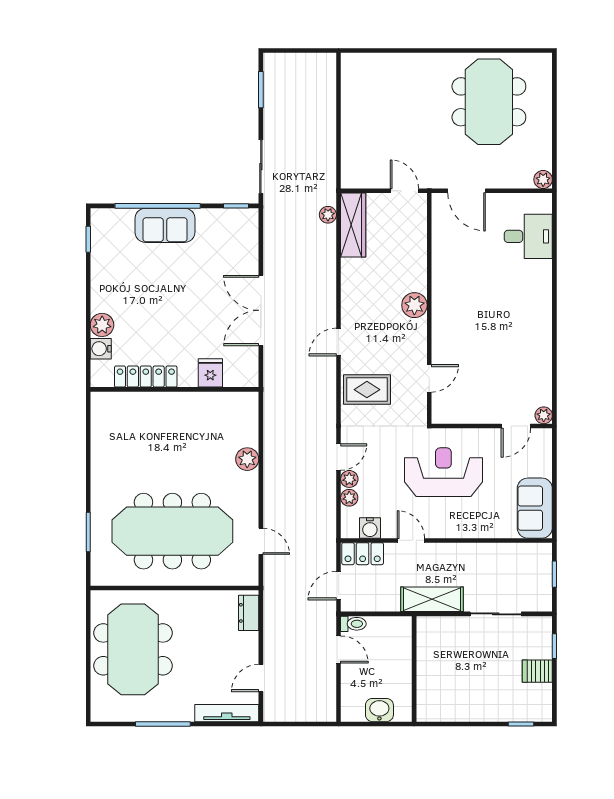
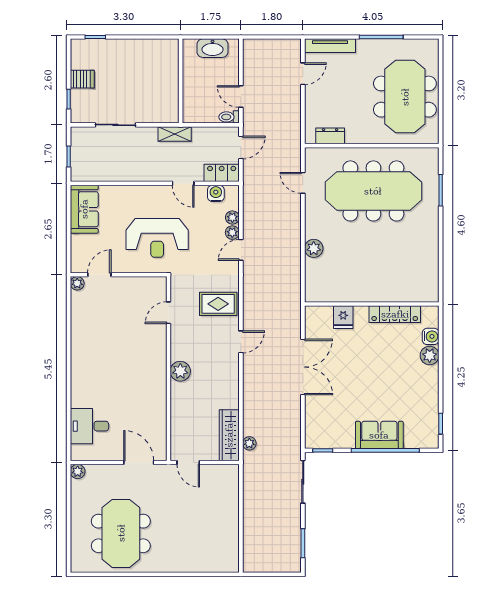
shelving: (432, 599) -> (175, 134), width x0.67, depth x0.75
dresser: (249, 613) -> (330, 136), moved, turned -90
washbasin: (379, 710) -> (213, 48), width x1.38

